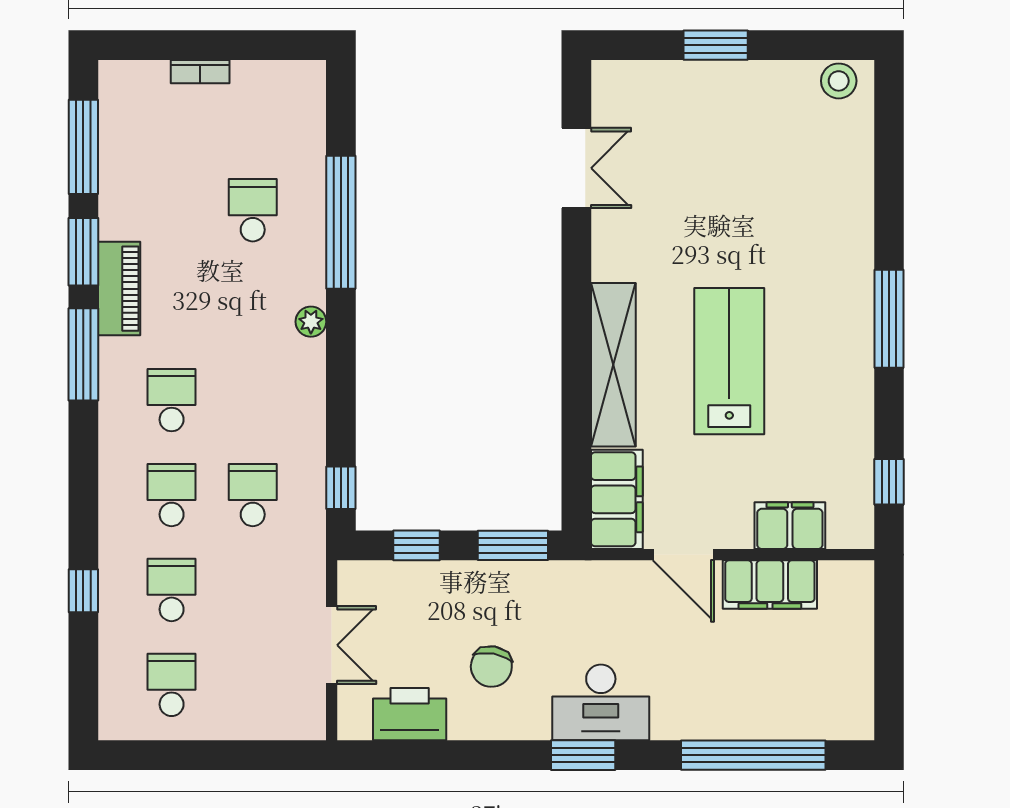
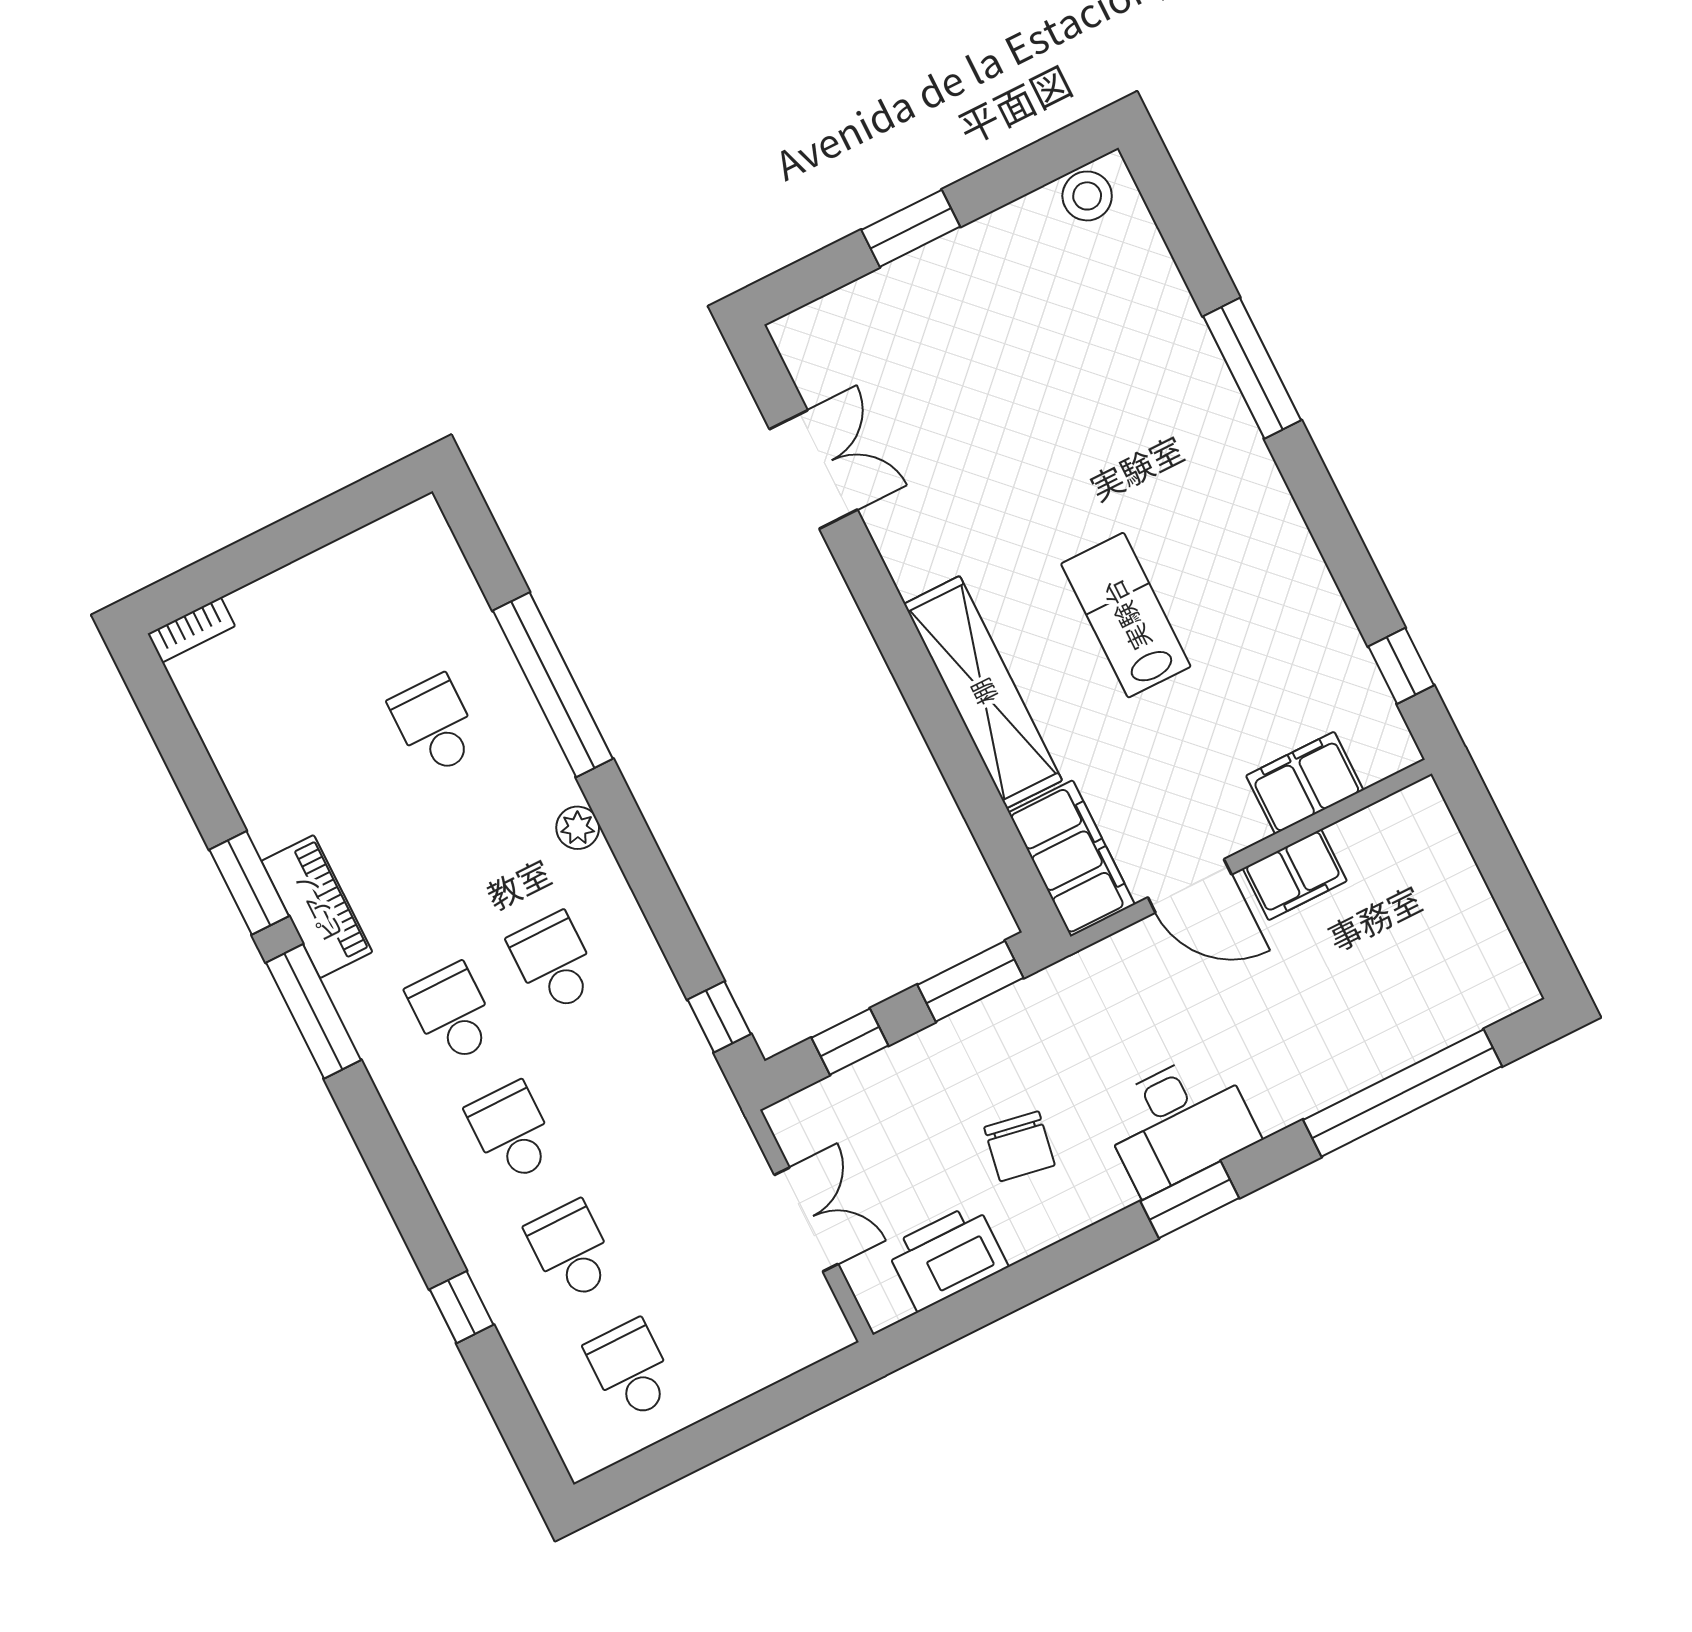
bookcase: (200, 72) -> (191, 630), moved
window: (83, 147) -> (183, 752), removed
window: (889, 319) -> (1252, 368), moved
lab bench: (729, 361) -> (1126, 615), width x0.73, depth x0.72
school desk: (253, 495) -> (554, 962), moved
filing cabinet: (770, 585) -> (1295, 875), width x0.67, depth x0.86

